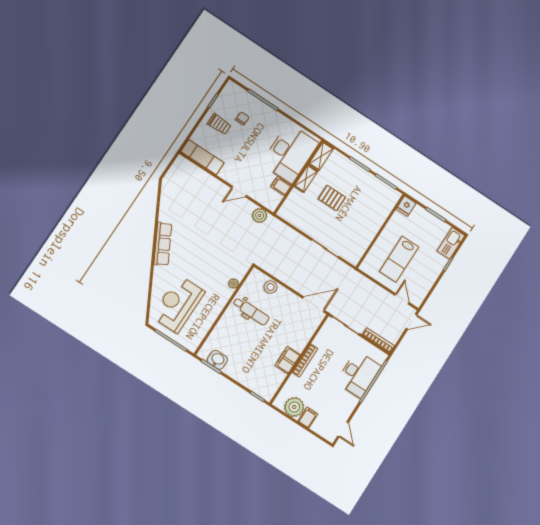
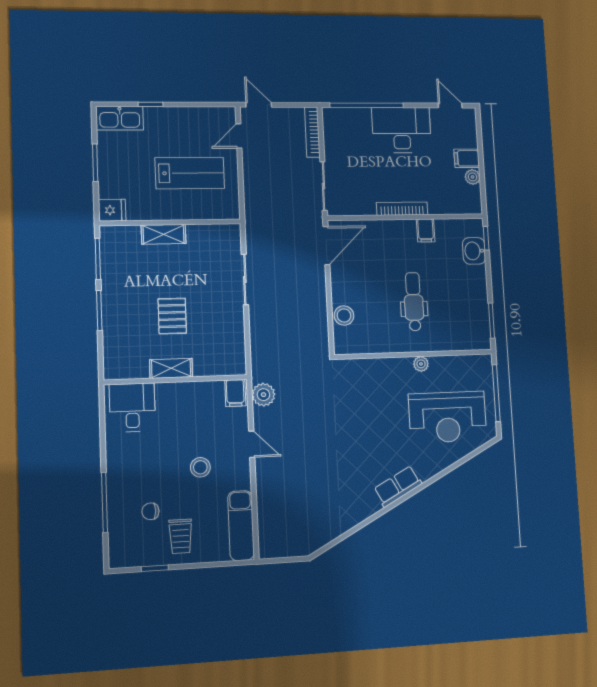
trolley: (219, 124) -> (181, 536), turned 180
desk: (290, 153) -> (132, 407), width x0.53, depth x0.77
shelving: (321, 156) -> (164, 234), moved
stool: (246, 158) -> (200, 467), added
filing cabinet: (281, 186) -> (235, 393), moved
row of seats: (163, 244) -> (398, 486), width x0.68
plant: (234, 284) -> (421, 364), moved
door: (313, 304) -> (326, 246), swing flipped
dental chair: (251, 311) -> (414, 302), moved
washbasin: (217, 360) -> (474, 251), moved
filing cabinet: (288, 360) -> (426, 230), width x0.50
desk: (359, 374) -> (402, 130), moved
plant: (294, 407) -> (473, 177), width x0.53, depth x0.53
door: (343, 429) -> (450, 106), hinge flipped

